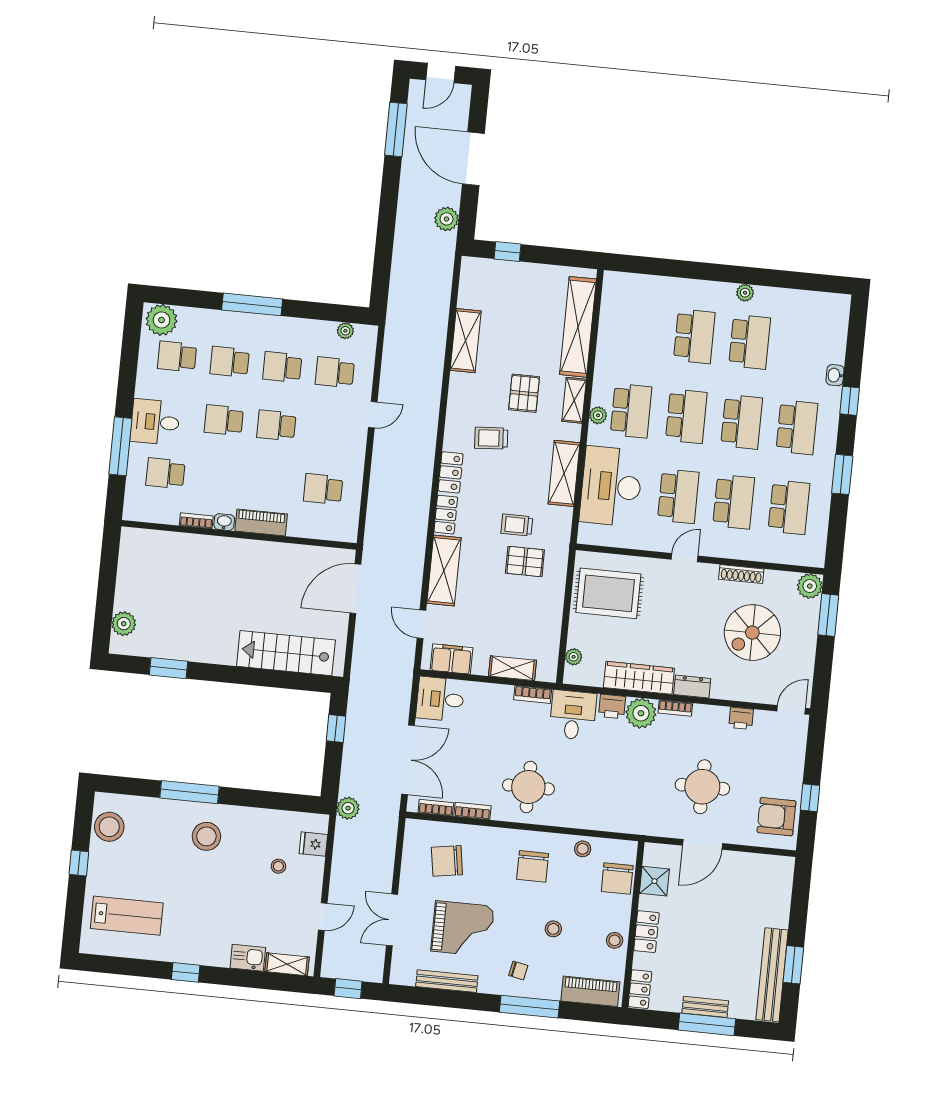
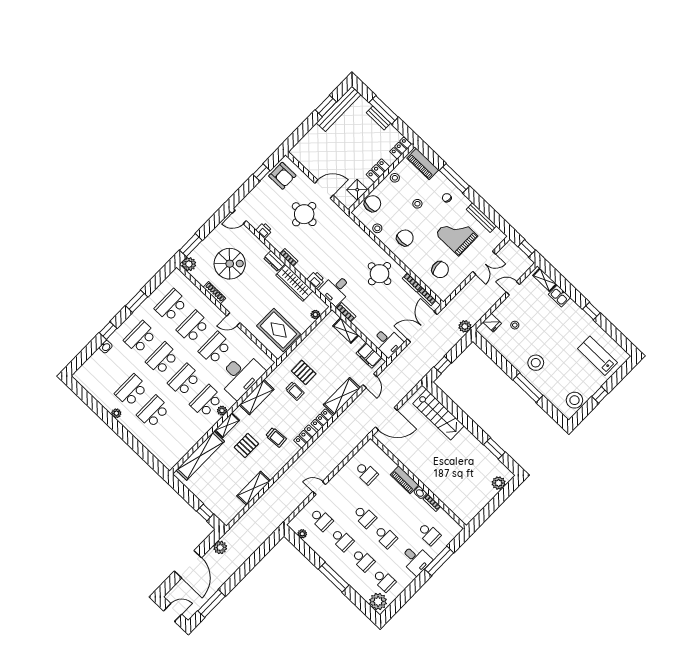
plant: (641, 713) -> (306, 267), removed

